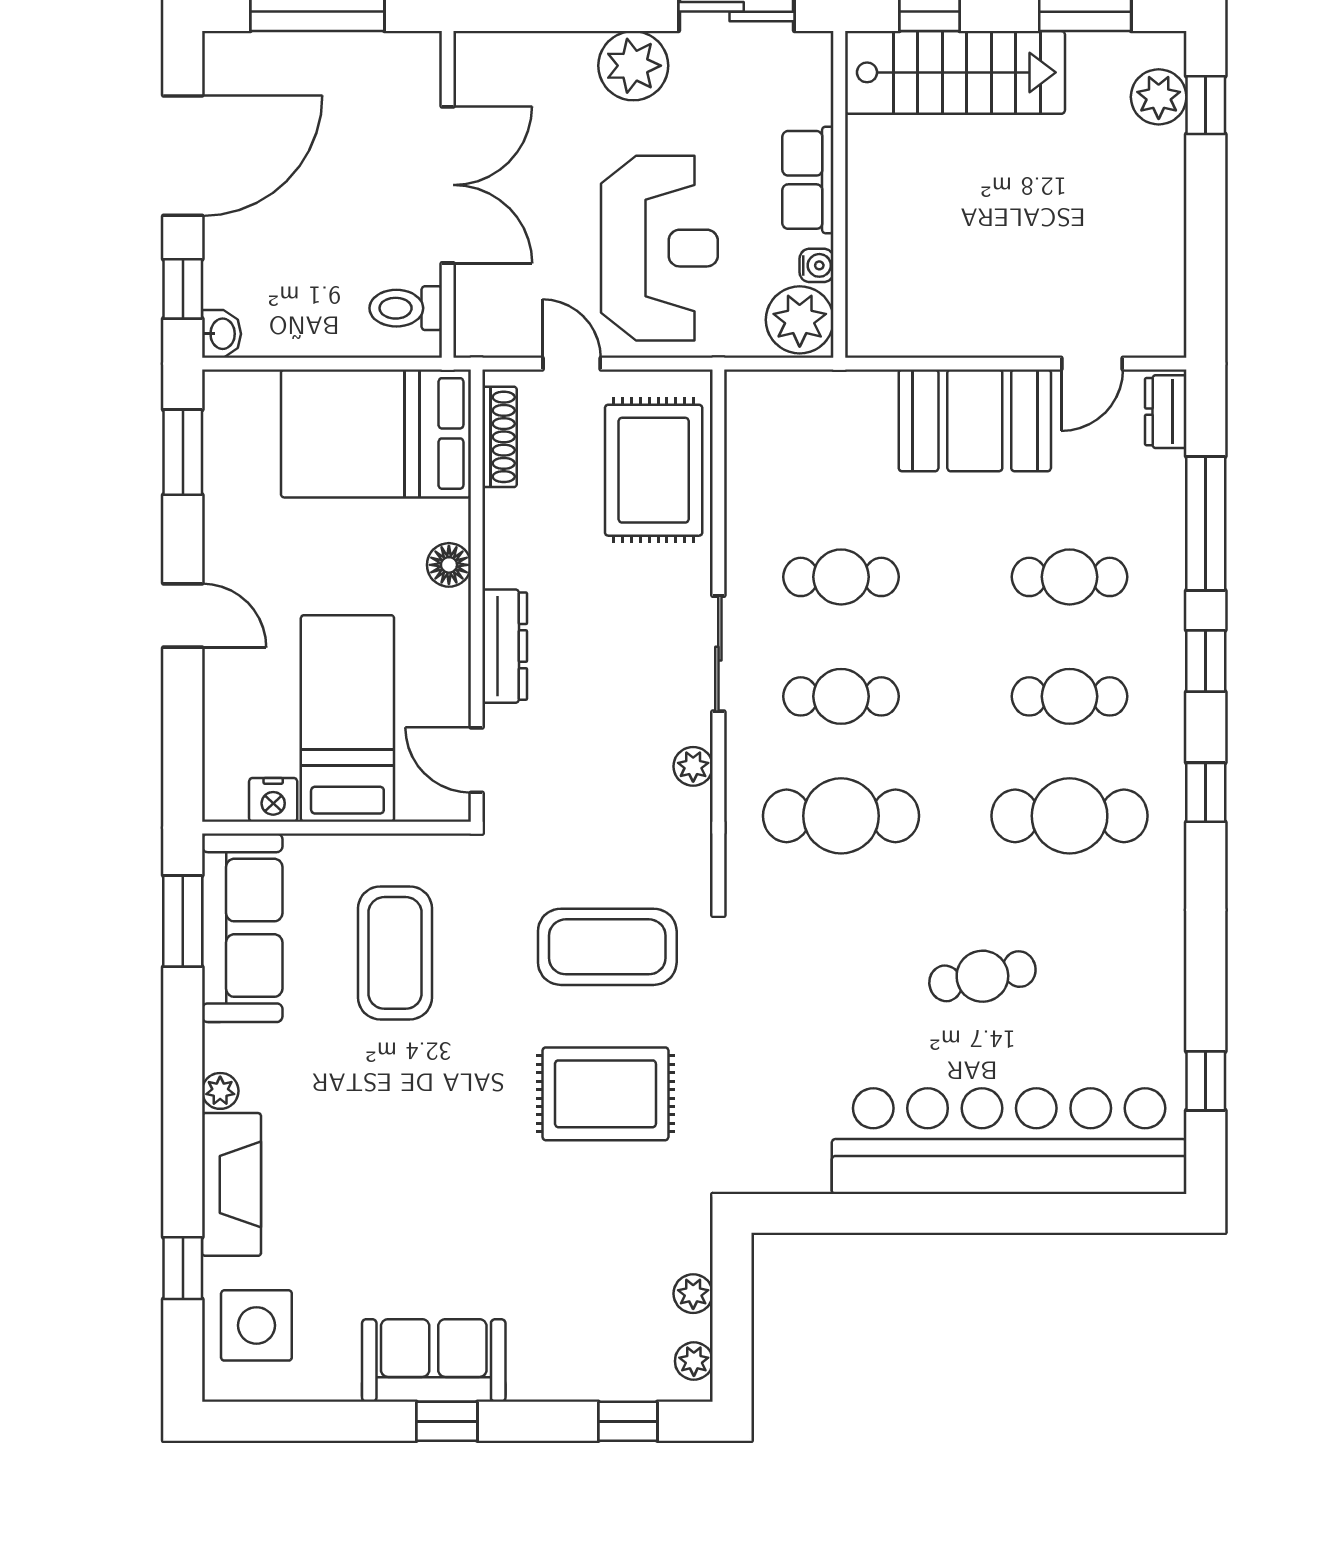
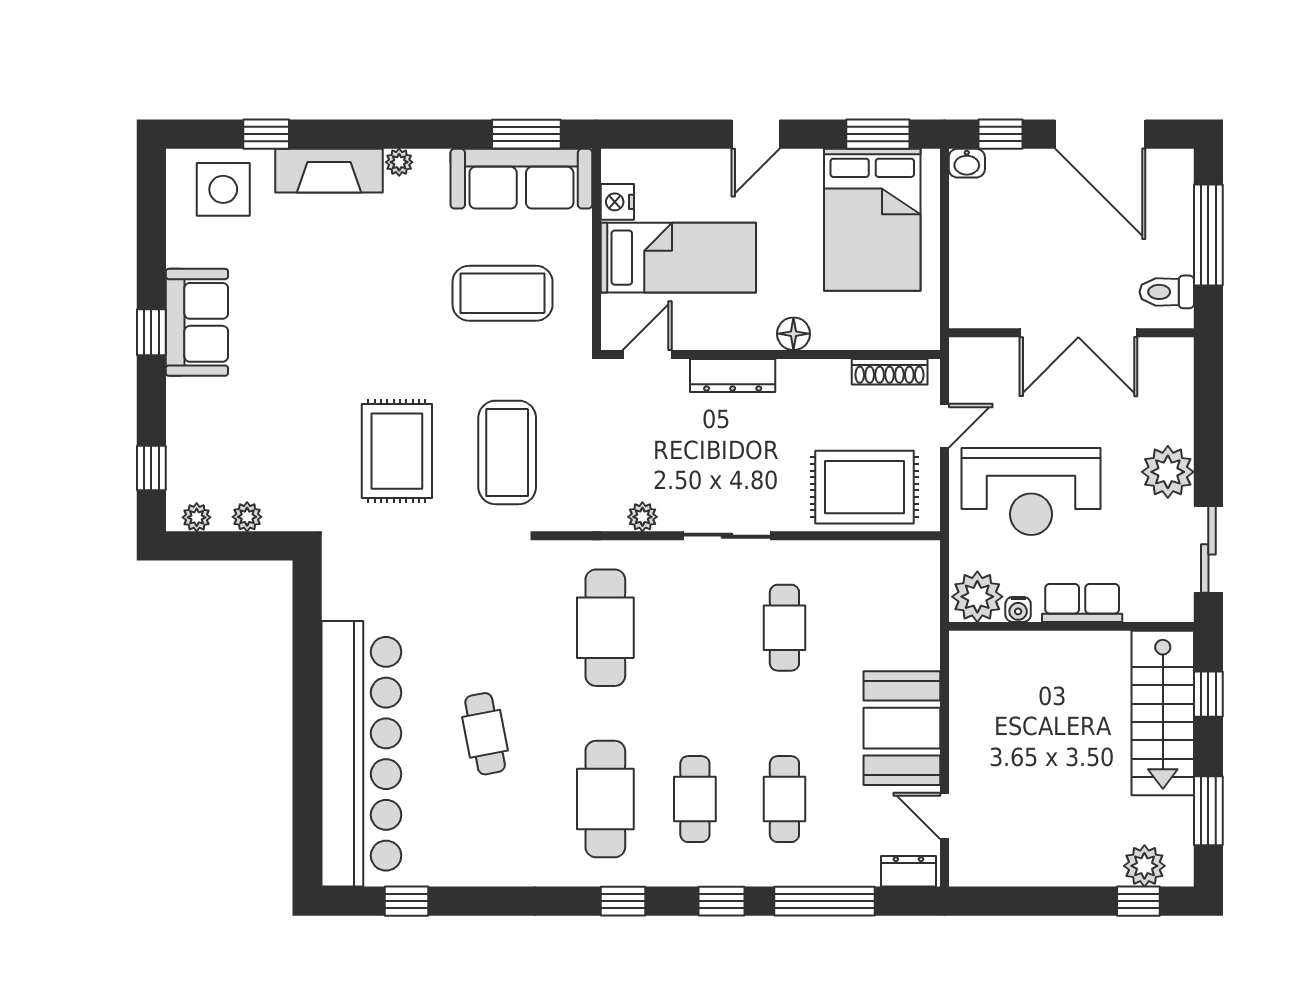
toilet: (406, 308) -> (1167, 292), moved, turned -90
bed: (376, 433) -> (872, 220), moved, turned 180
cafe table: (841, 696) -> (695, 628), removed

